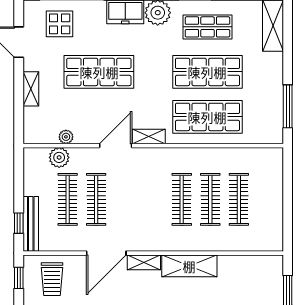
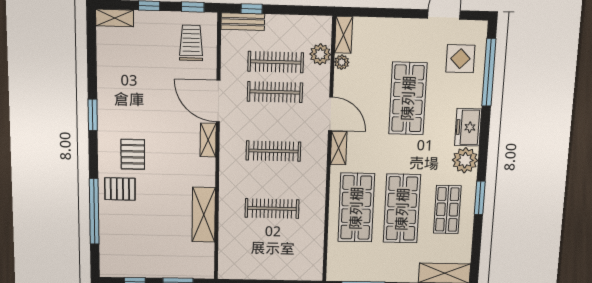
shelving: (31, 89) -> (344, 35), moved, turned 90
clothes rail: (182, 199) -> (273, 151), moved
clothes rail: (239, 199) -> (271, 237), removed
bench: (31, 224) -> (243, 22), width x0.73
shelving: (189, 266) -> (204, 215), moved
trolley: (52, 279) -> (191, 43), turned 90

